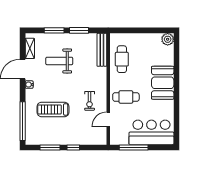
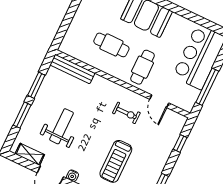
cafe table: (122, 59) -> (111, 45), moved
weight bench: (59, 61) -> (62, 126), turned 180
window: (73, 147) -> (180, 143), moved

